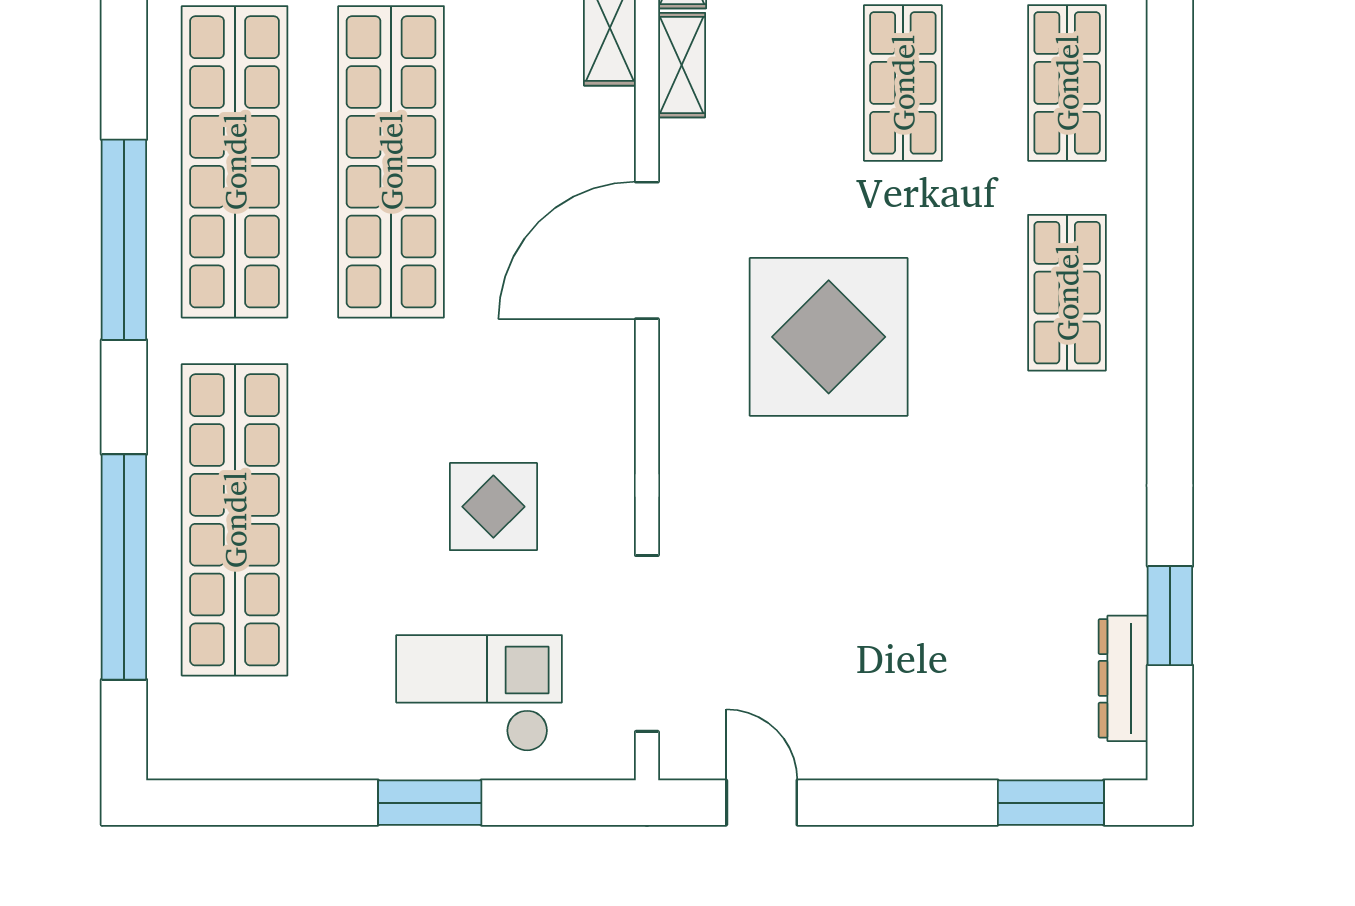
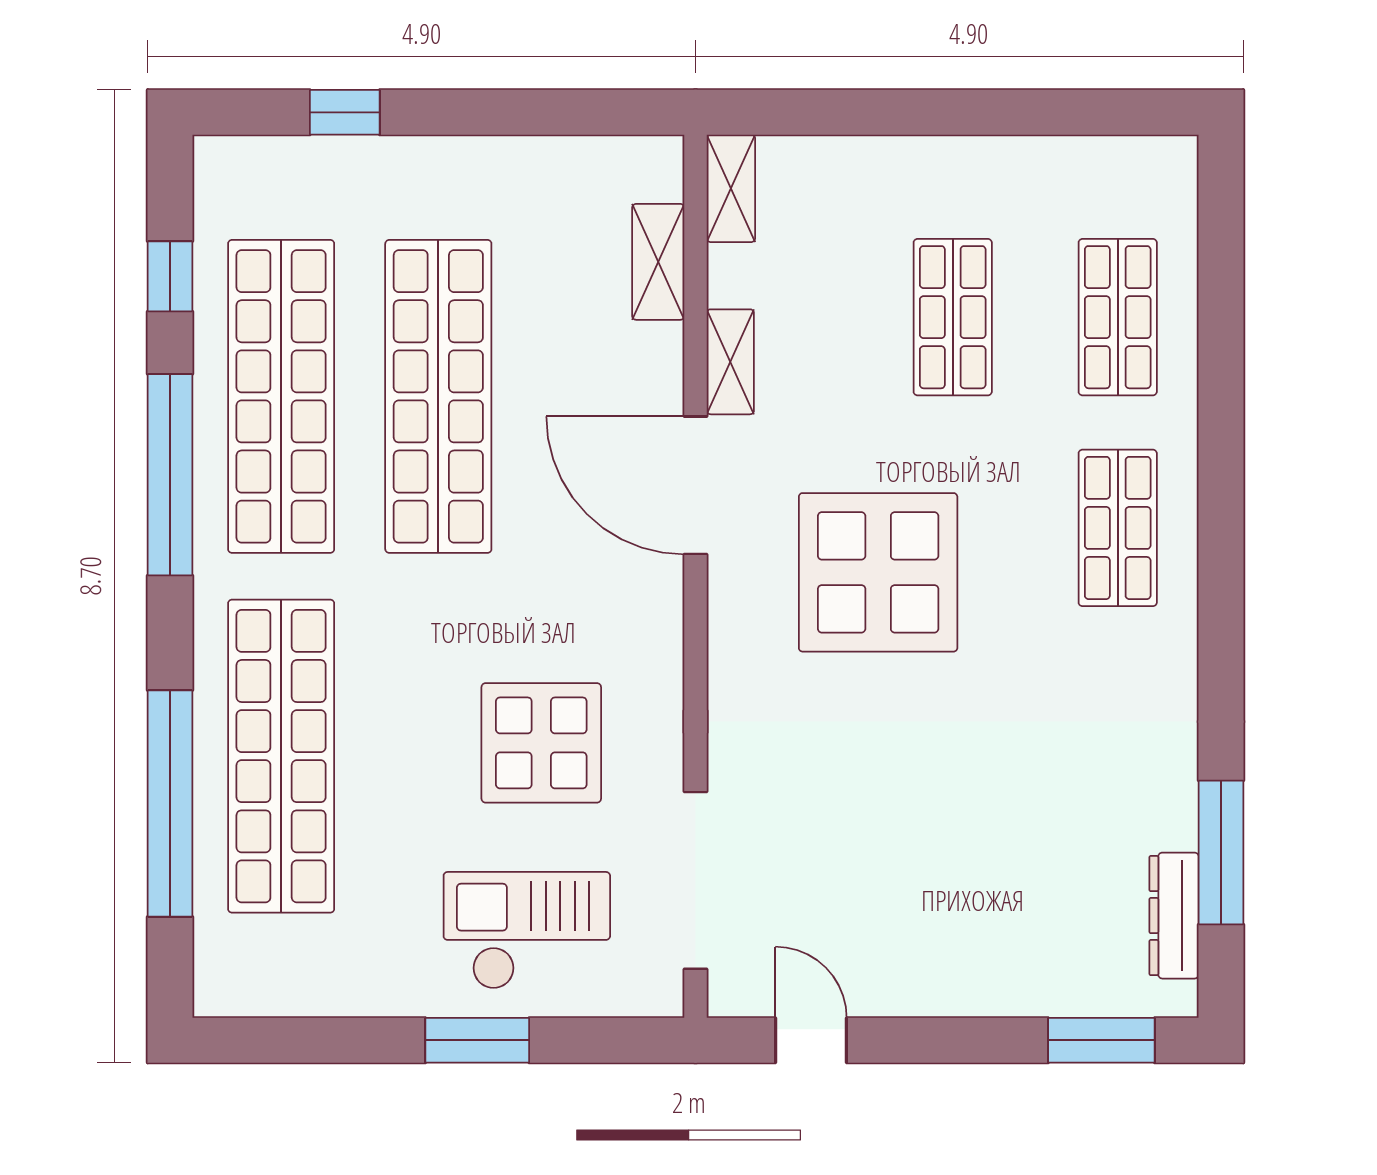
window: (124, 42) -> (170, 276), added
shelving: (682, 65) -> (730, 362), moved
door: (647, 250) -> (696, 485), hinge flipped
display table: (493, 507) -> (541, 743), width x1.36, depth x1.36
window: (1170, 616) -> (1221, 852), width x1.44

